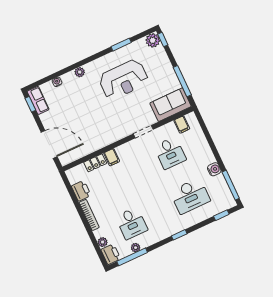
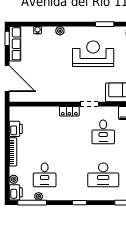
reception desk: (123, 79) -> (93, 54), turned 180
row of seats: (38, 100) -> (15, 44), width x1.48
filing cabinet: (112, 157) -> (54, 113), removed
locker: (95, 163) -> (69, 111), moved

